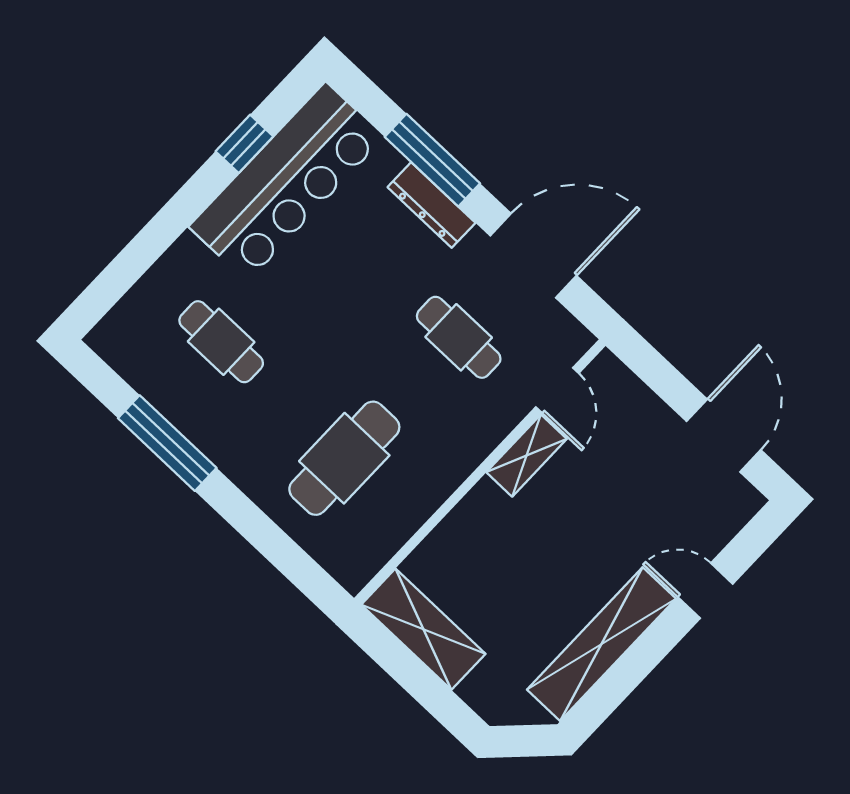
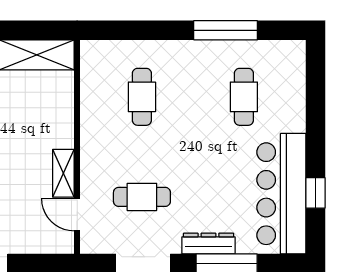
cafe table: (221, 342) -> (244, 97), turned 90
cafe table: (344, 458) -> (142, 97), width x0.73, depth x0.74

